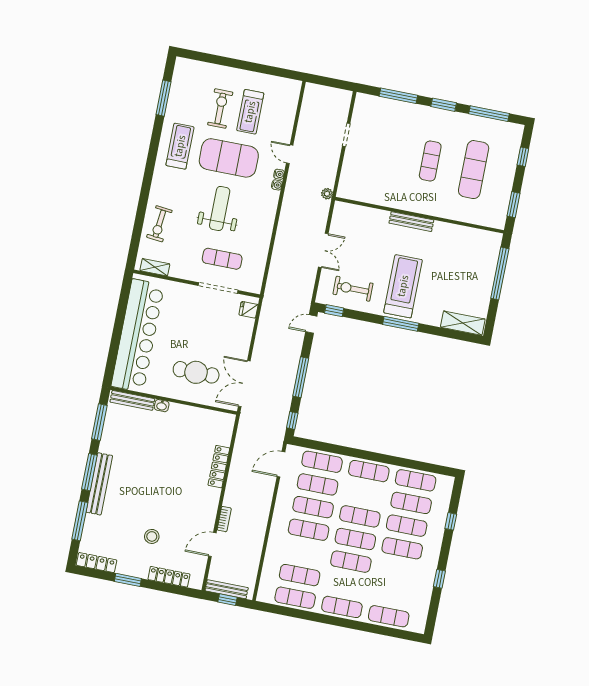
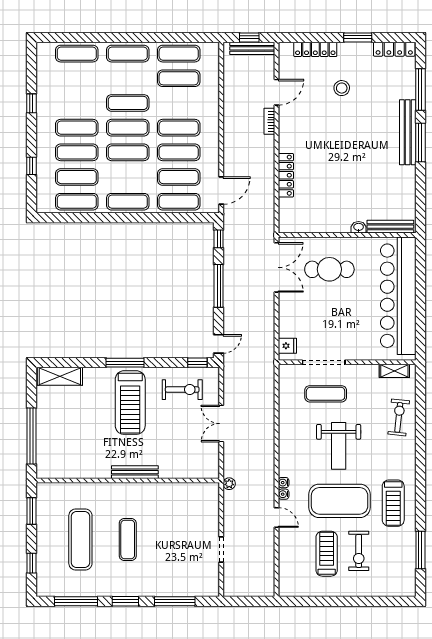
window: (99, 422) -> (420, 197), removed

